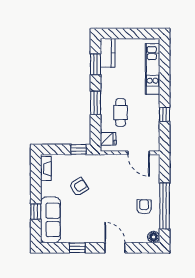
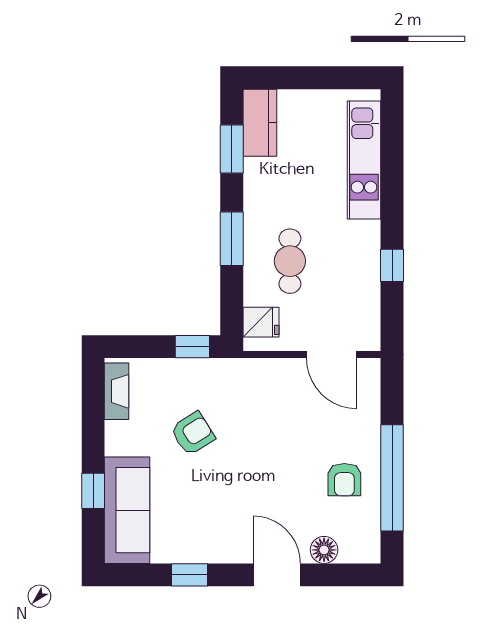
armchair: (144, 207) -> (344, 480), turned 180
floor lamp: (154, 237) -> (324, 550), moved

